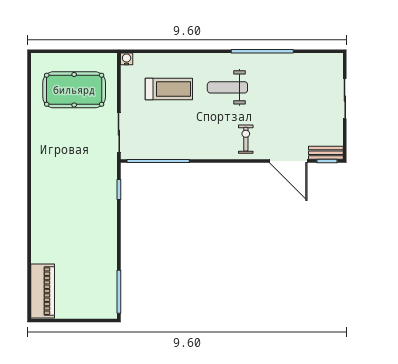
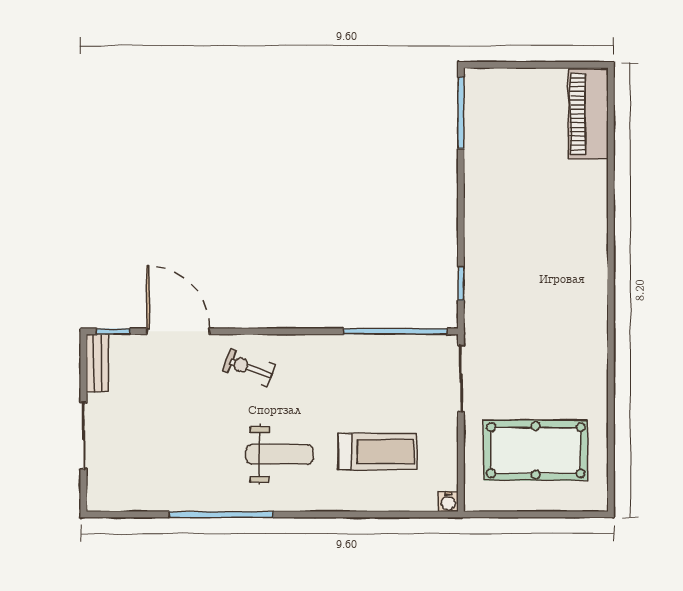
treadmill: (169, 89) -> (378, 452), turned 180
exercise bike: (246, 139) -> (249, 368), turned 110
bench: (326, 153) -> (97, 363), moved, turned 90

